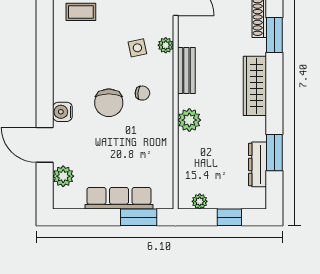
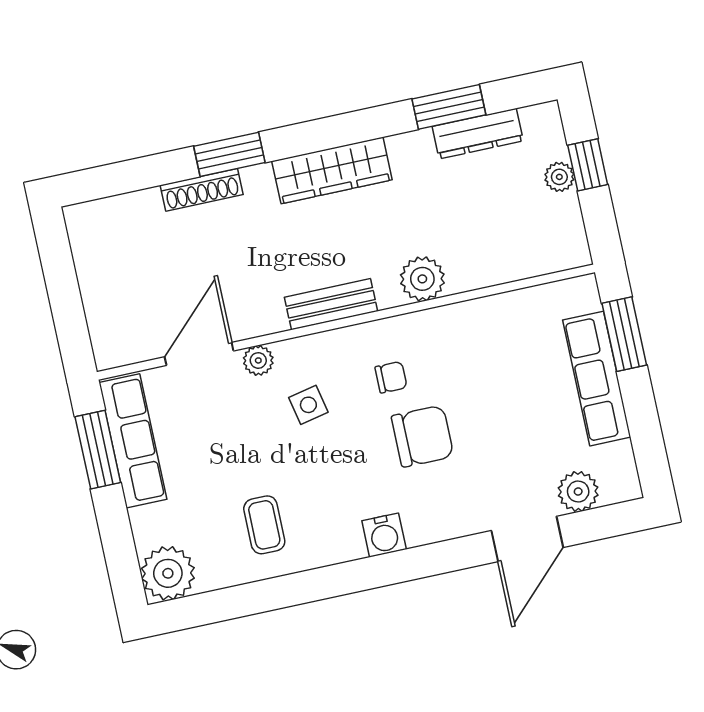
plant: (166, 45) -> (258, 360), moved
chair: (142, 93) -> (391, 377), turned 84
water cooler: (62, 112) -> (384, 535), moved
plant: (200, 201) -> (559, 177), moved

